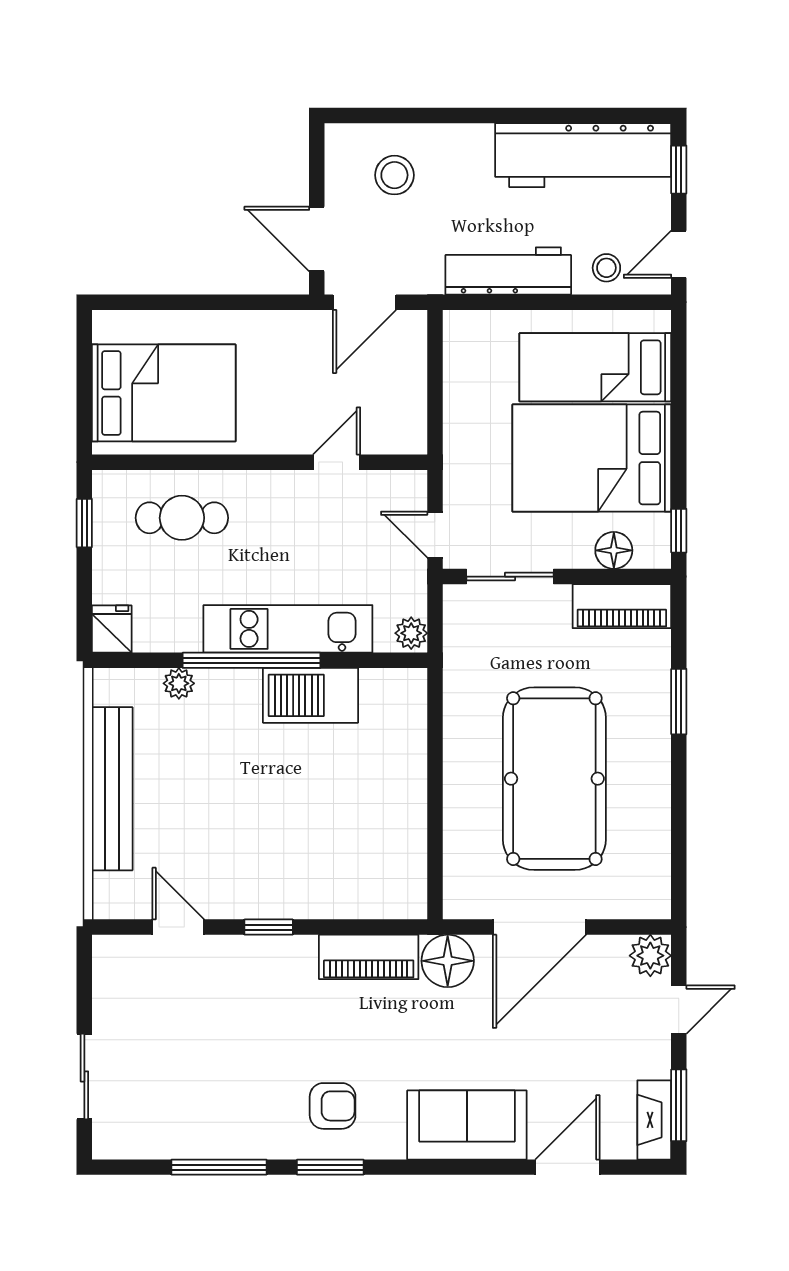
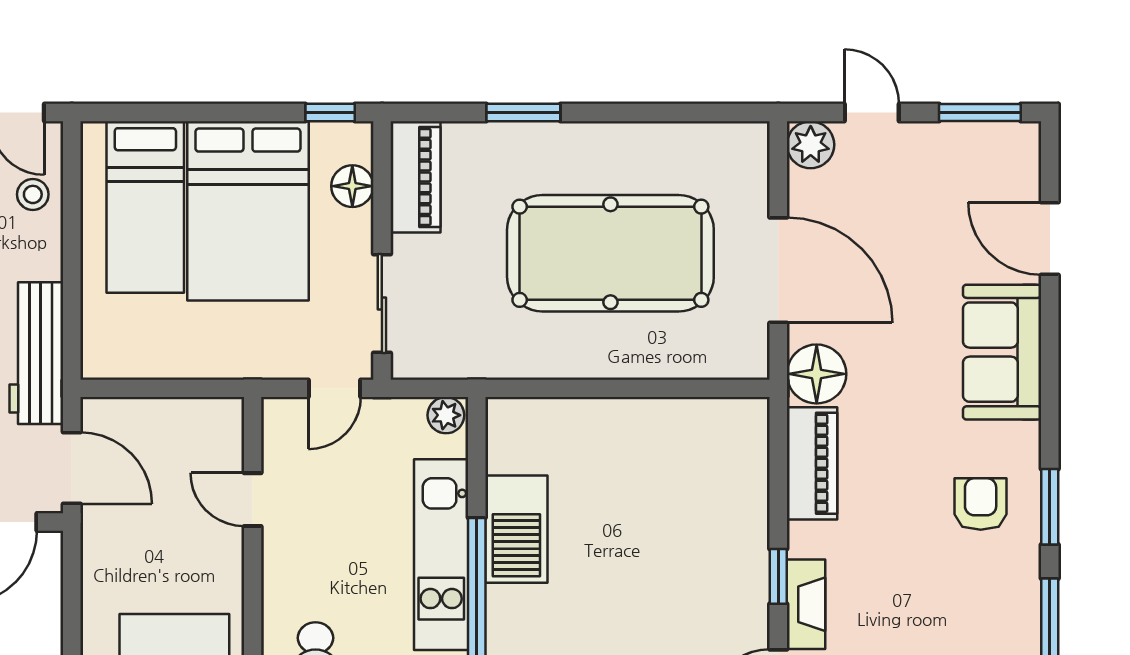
workbench: (508, 271) -> (36, 353), moved
fireplace: (654, 1120) -> (806, 604), moved, turned -90

